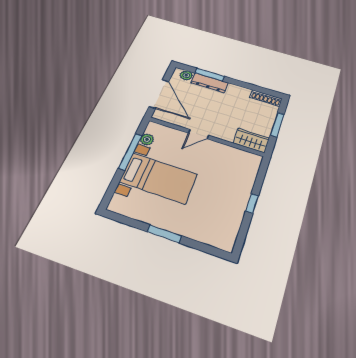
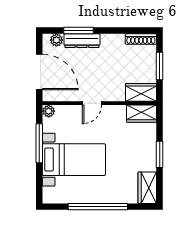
plant: (147, 139) -> (49, 111), moved
wardrobe: (245, 159) -> (142, 114), added
window: (252, 203) -> (160, 154), width x1.50
wardrobe: (227, 233) -> (147, 188), added
window: (164, 234) -> (98, 207), width x2.11

